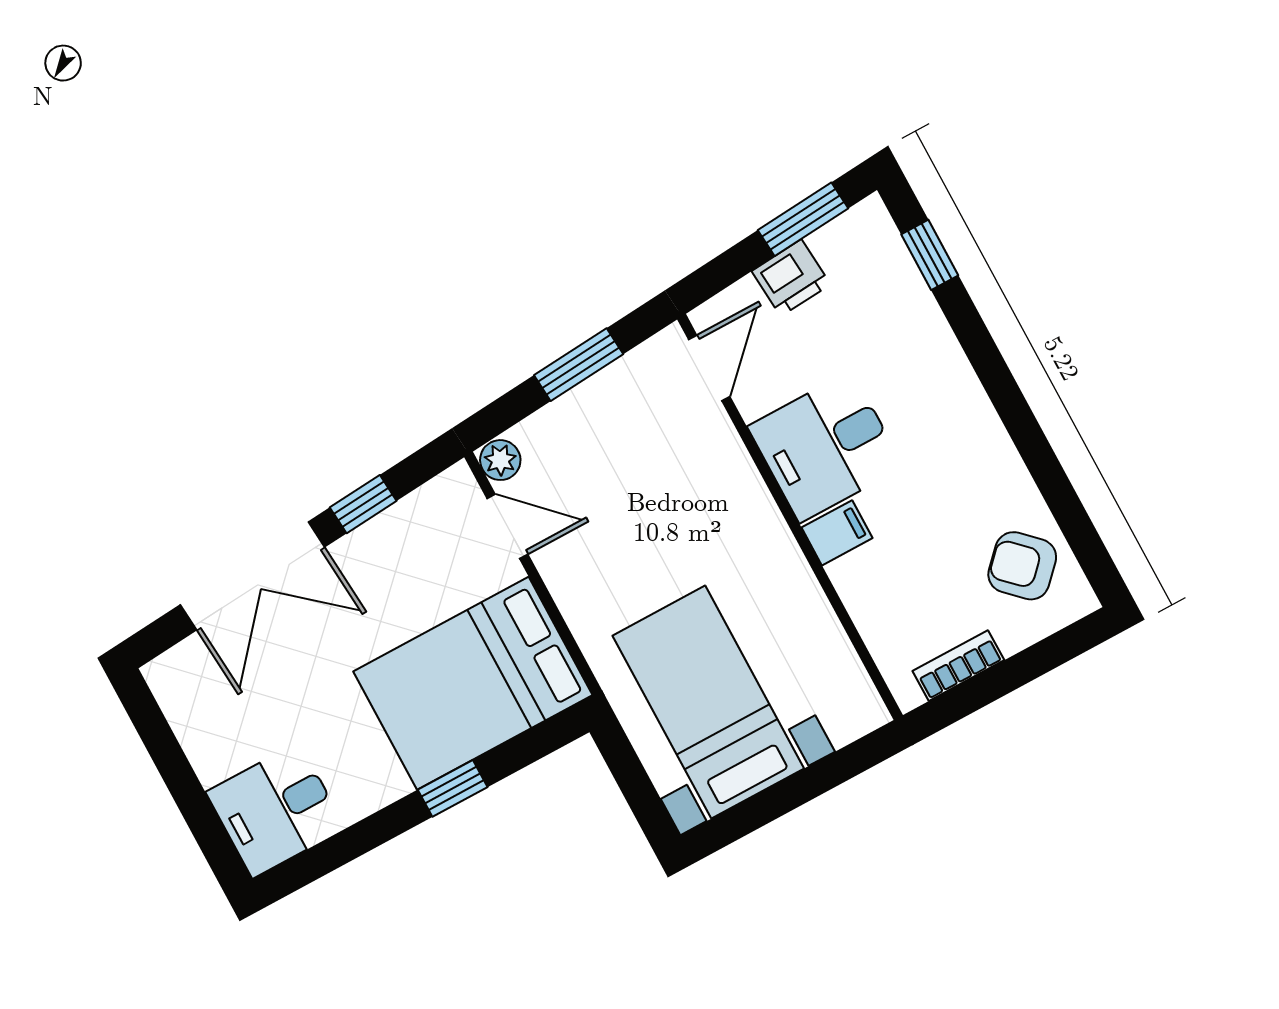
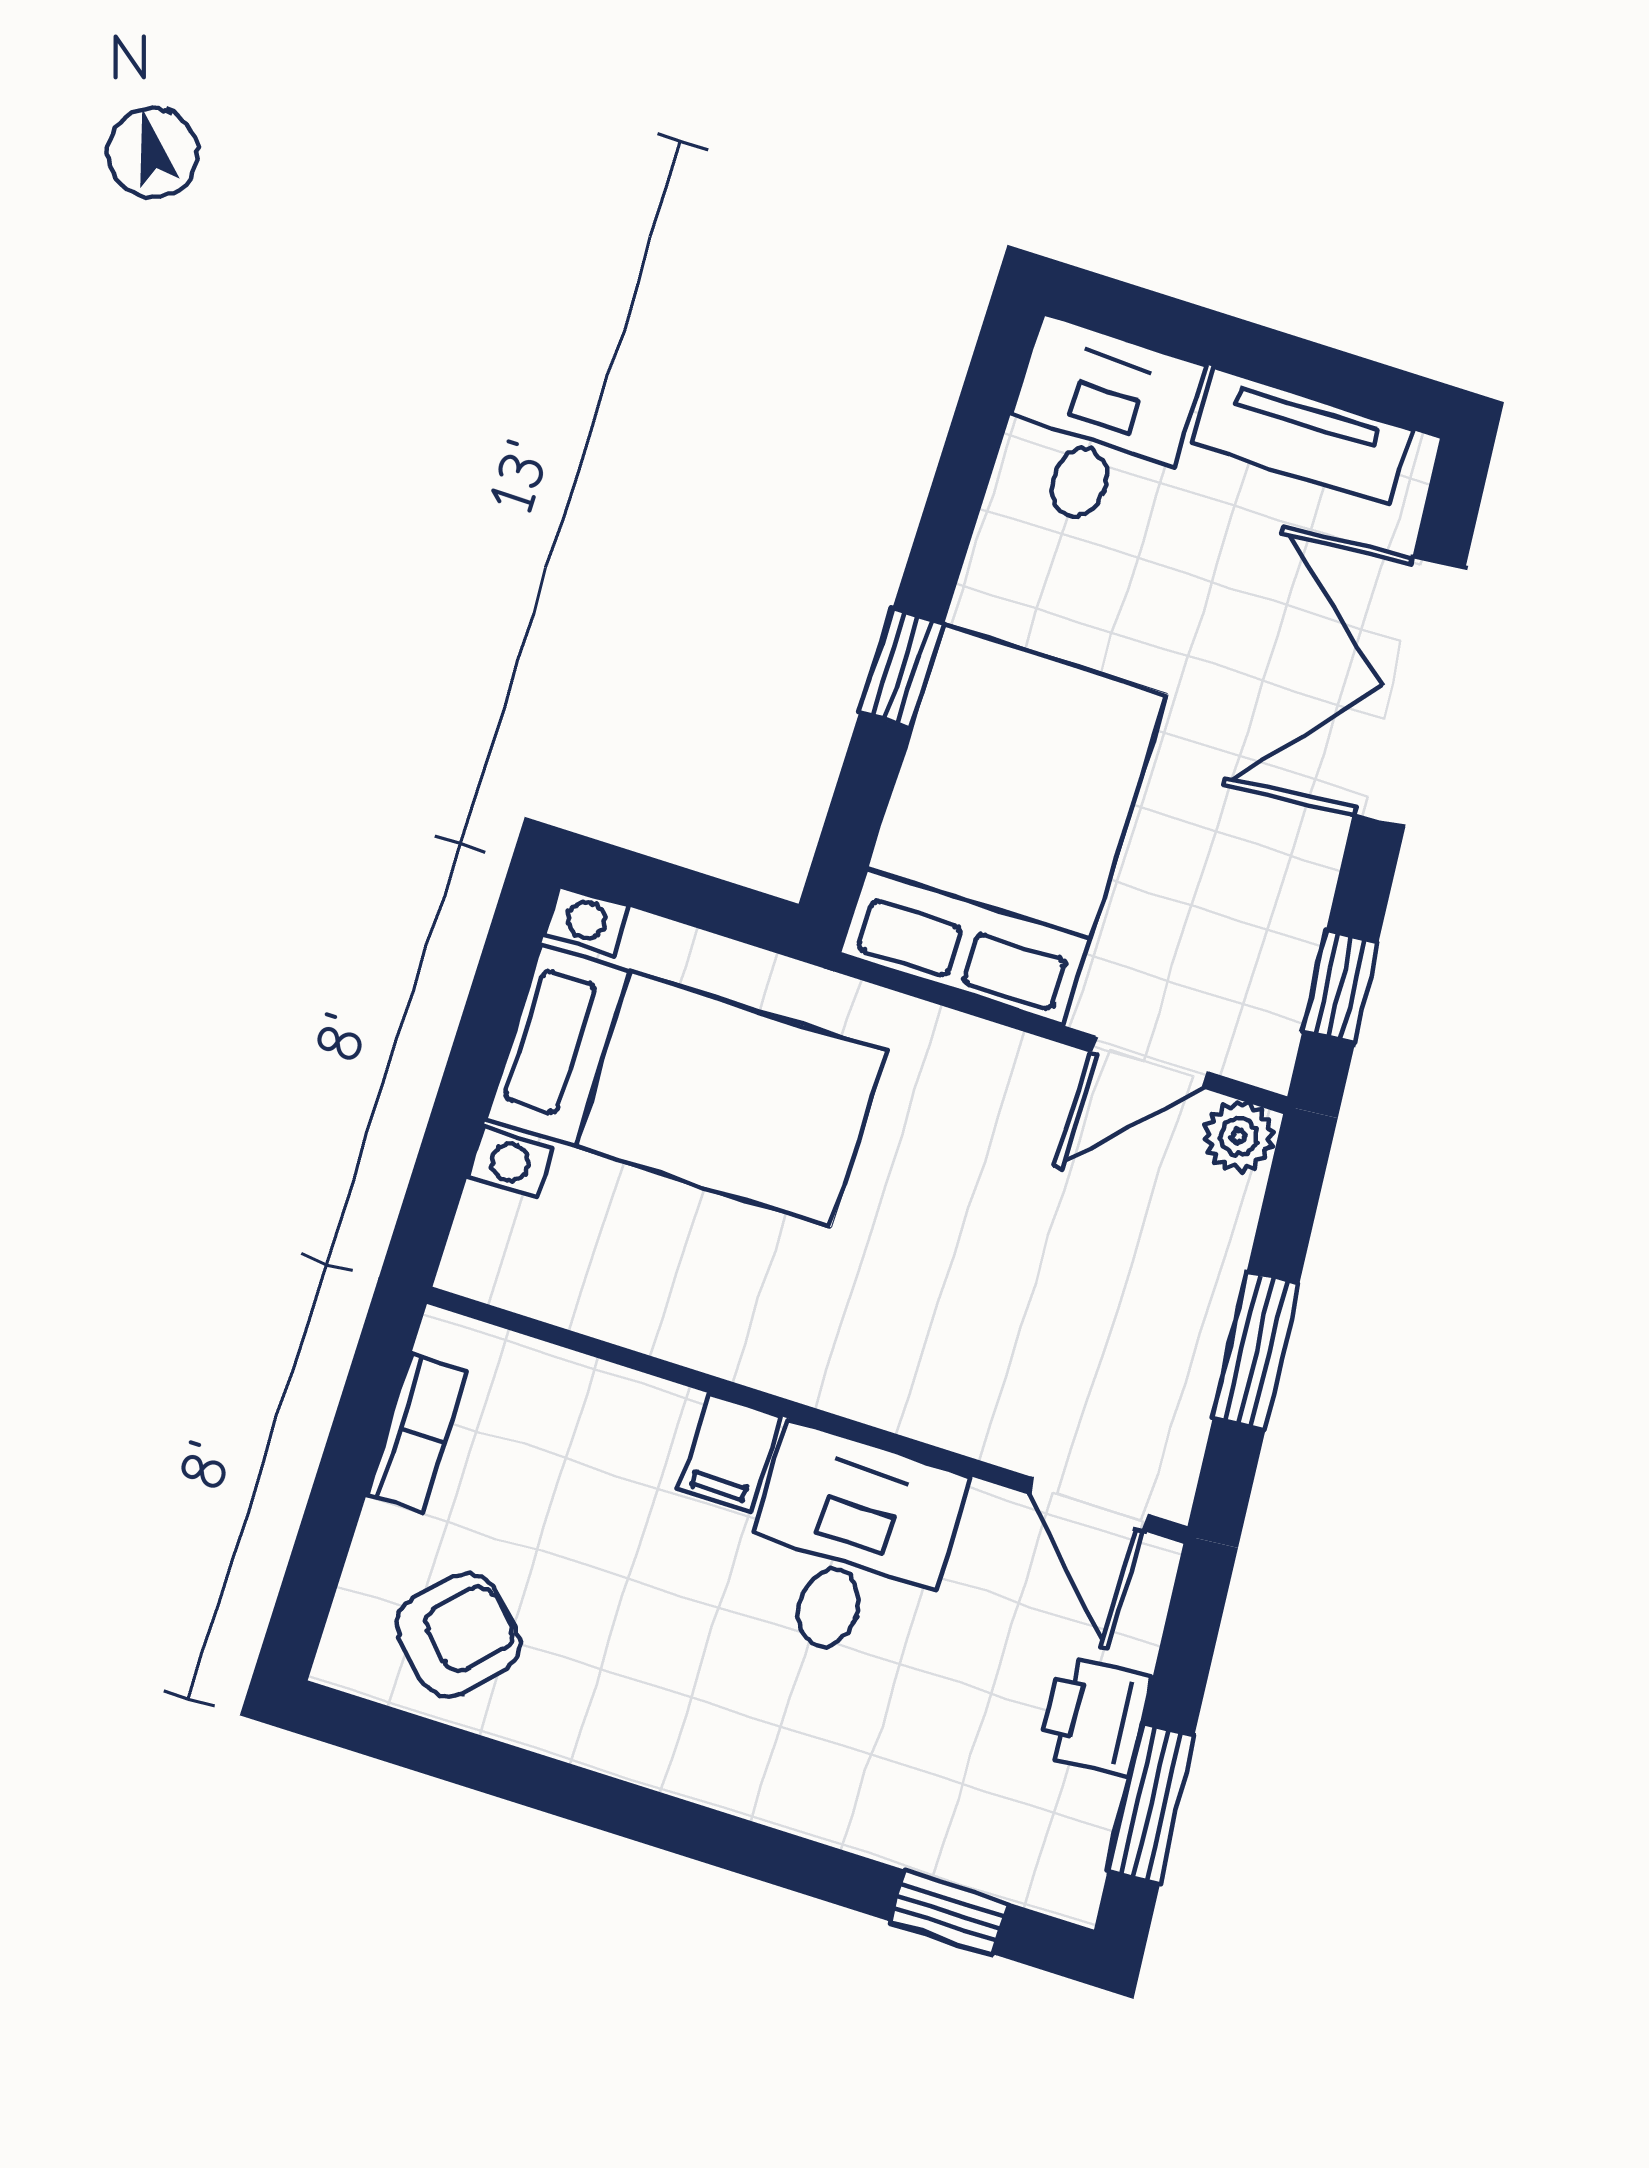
window: (363, 504) -> (1340, 987), moved
tv unit: (195, 725) -> (1301, 436), added

